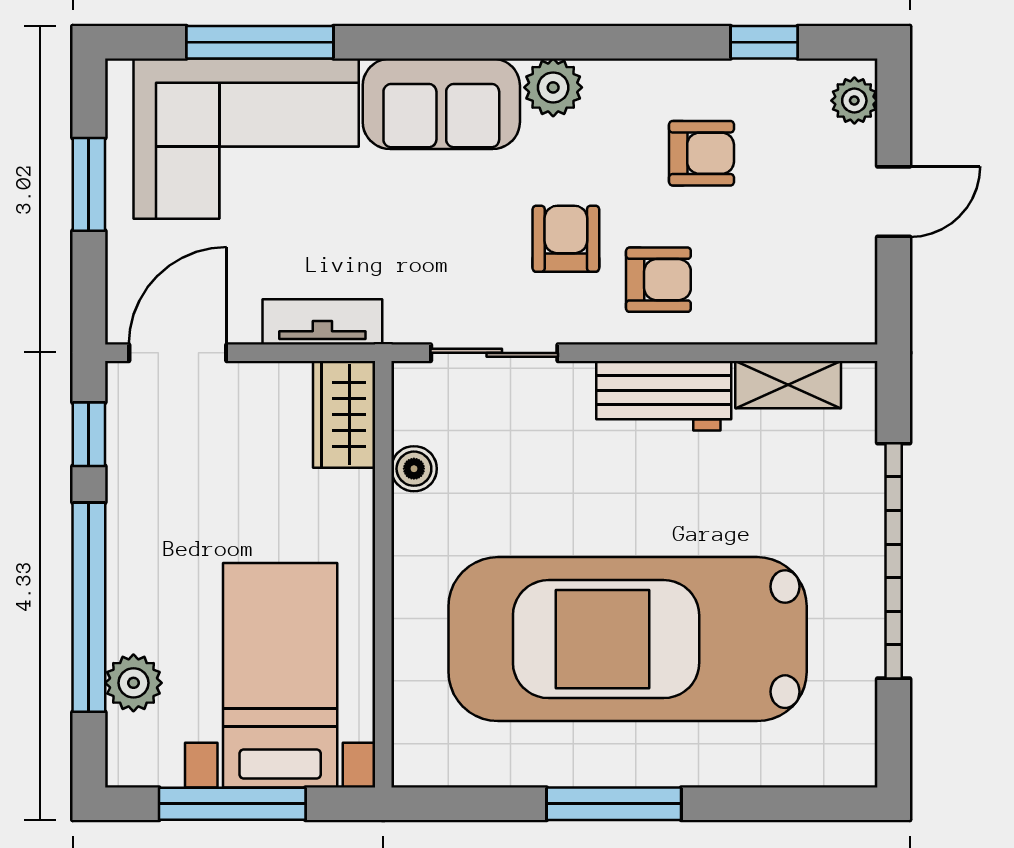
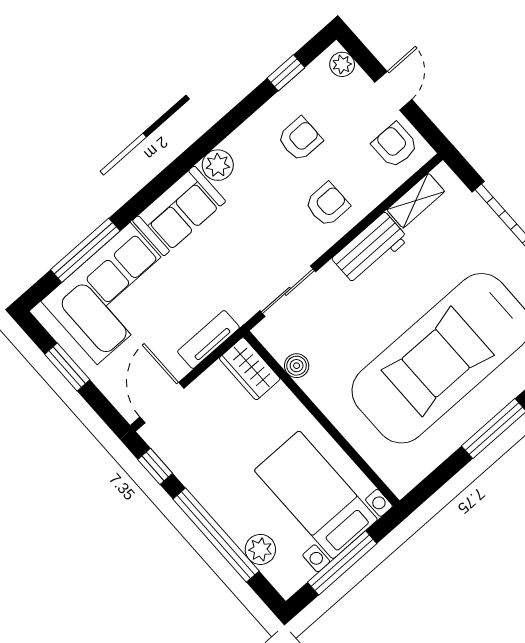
armchair: (566, 239) -> (395, 145), moved

